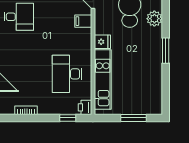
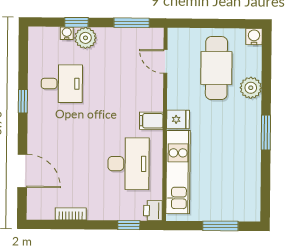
filing cabinet: (83, 21) -> (151, 121), moved
desk: (67, 74) -> (129, 164), turned 180

